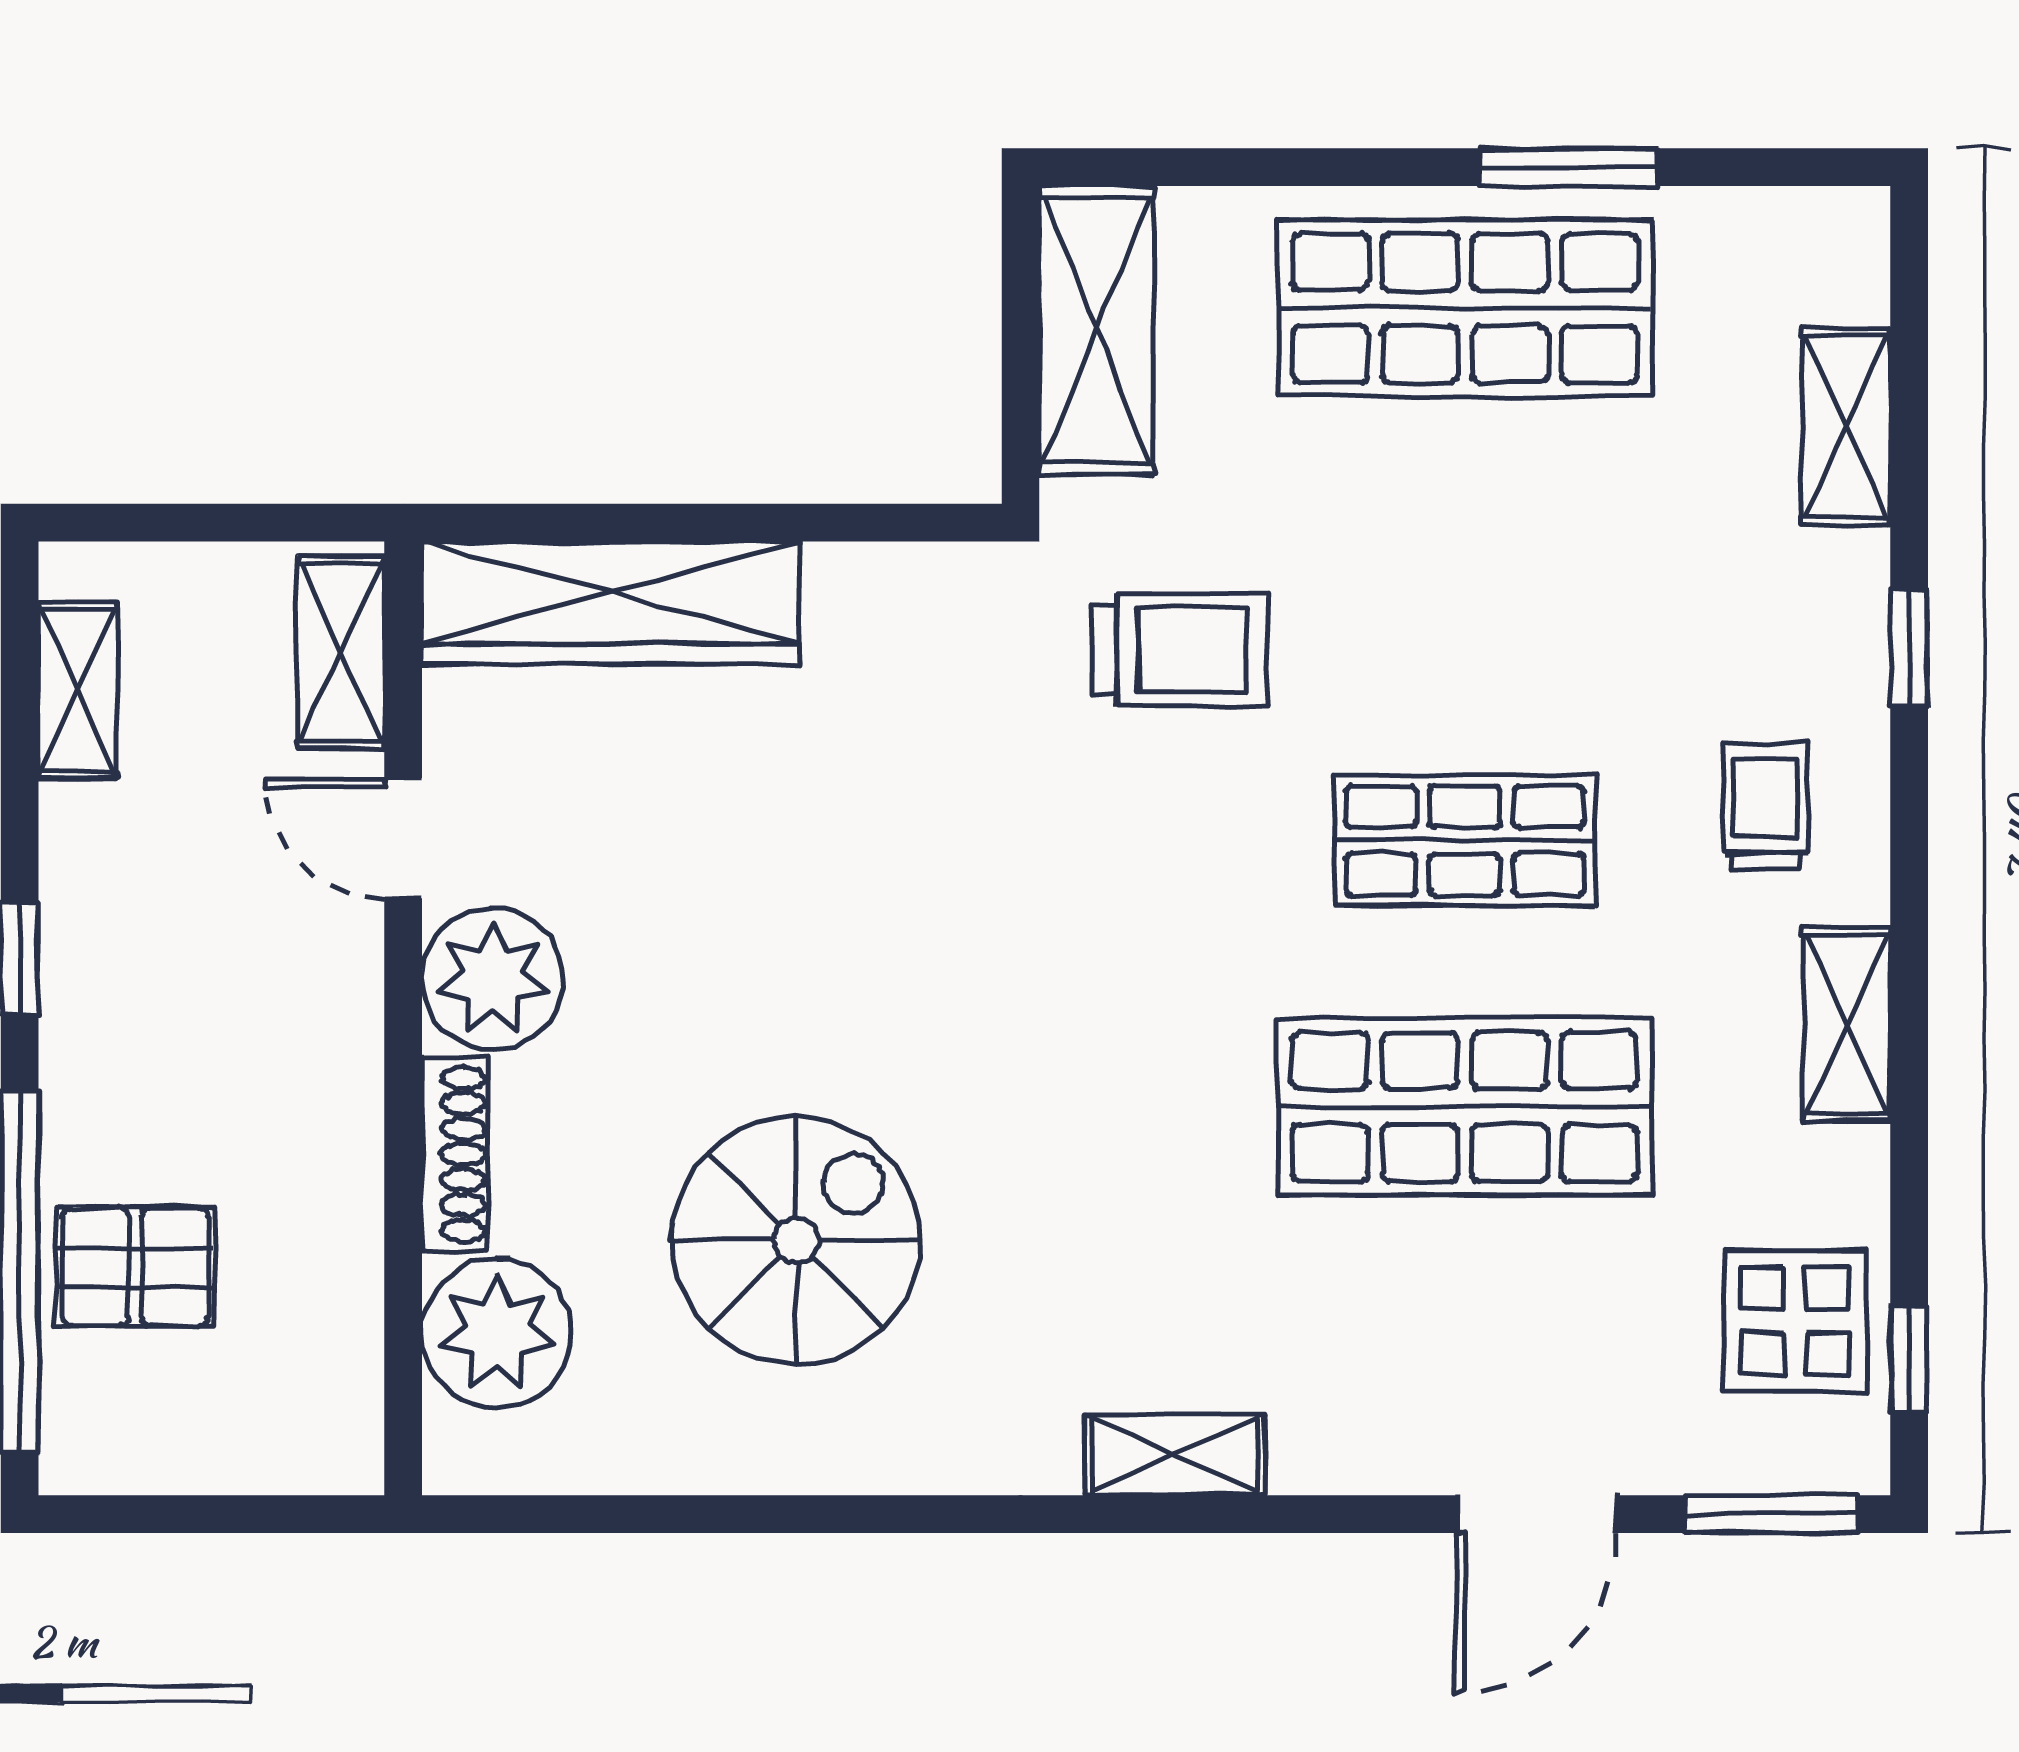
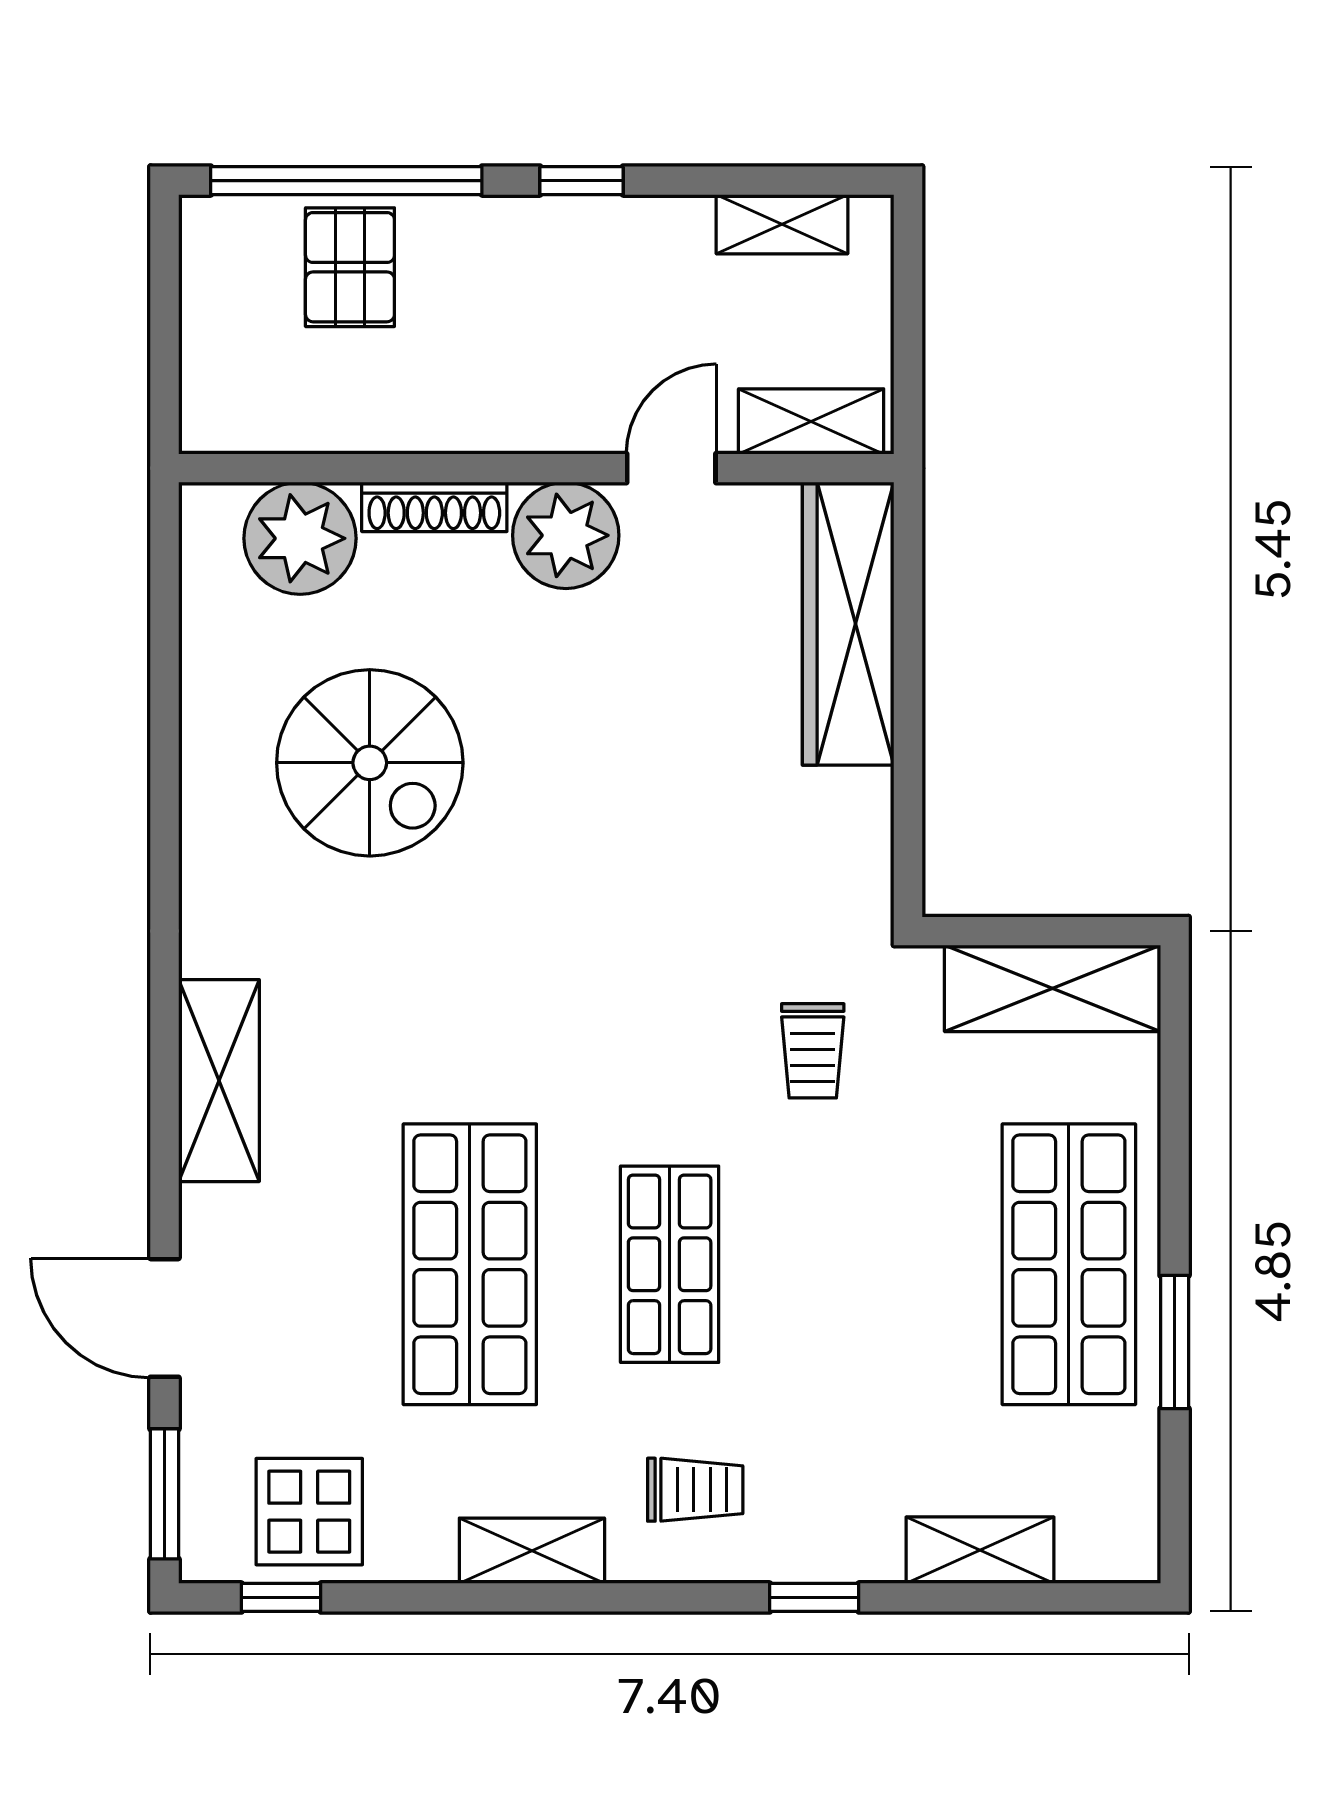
trolley: (1180, 650) -> (813, 1051), width x0.73, depth x0.72
shelving: (1175, 1455) -> (219, 1081), width x1.50, depth x1.33

